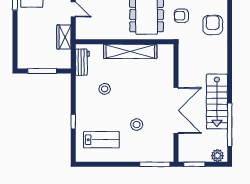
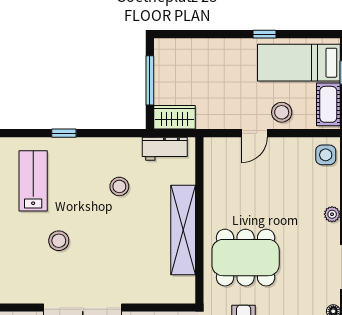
wardrobe: (64, 37) -> (174, 117), moved
lab bench: (101, 140) -> (33, 181), turned 180

